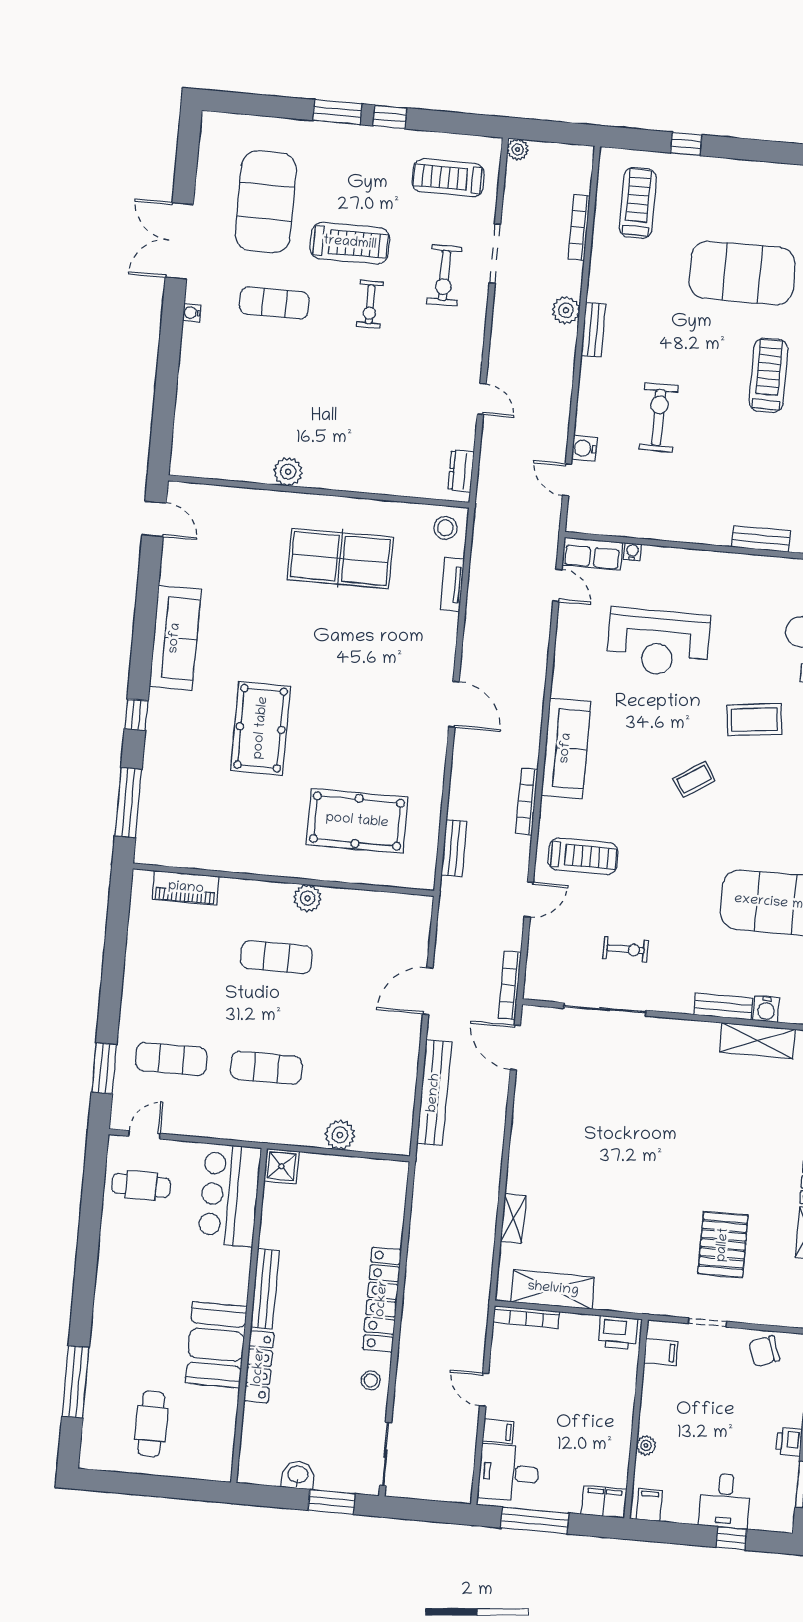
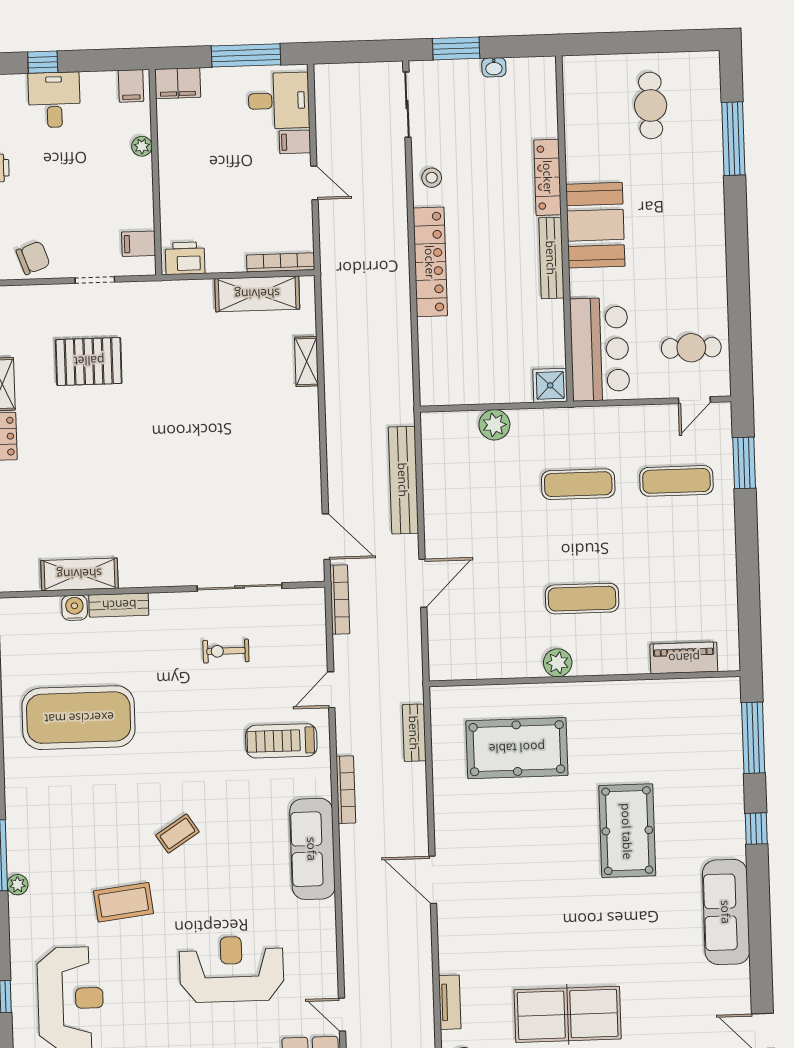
pallet: (723, 1245) -> (89, 361), turned 90
booth: (216, 1345) -> (595, 225), moved
washbasin: (298, 1475) -> (494, 67), width x0.72, depth x0.69

